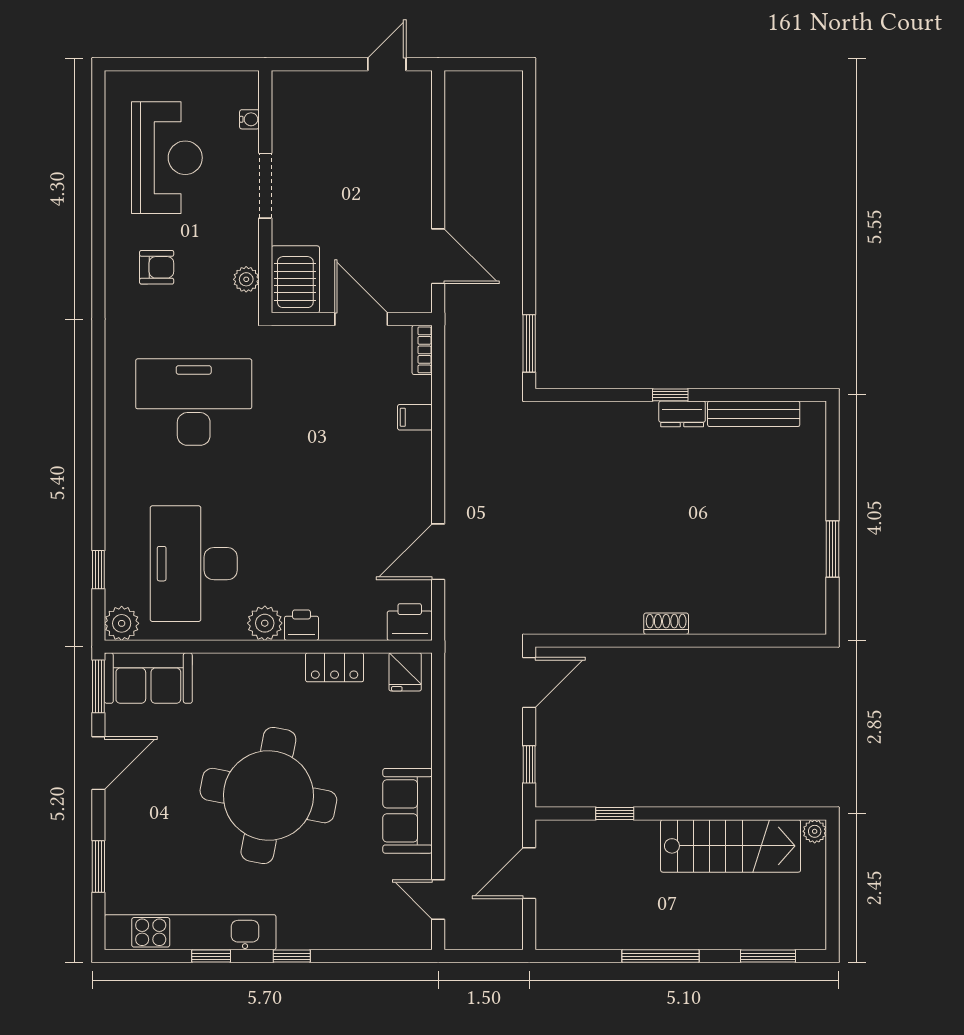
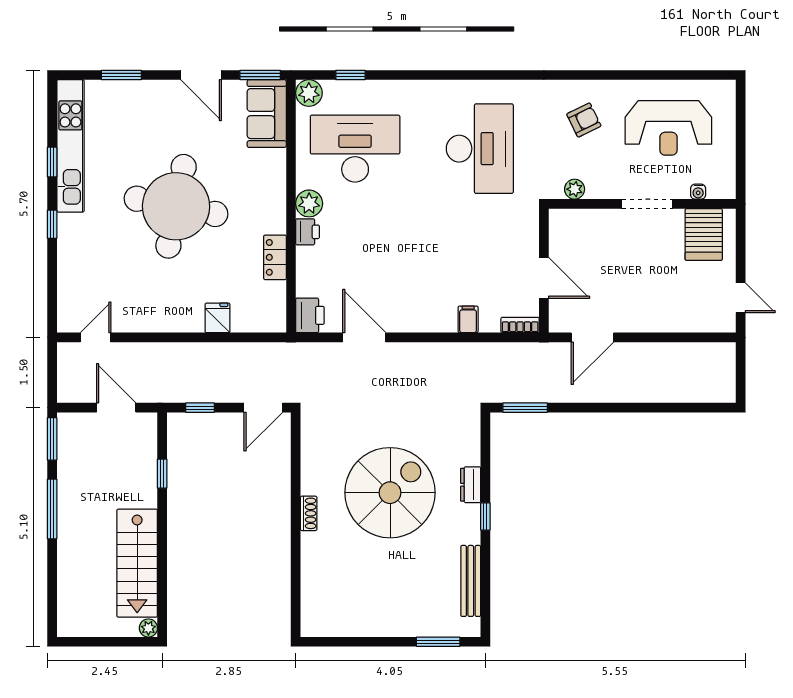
armchair: (157, 267) -> (584, 120), turned -116
server rack: (295, 279) -> (704, 234), moved, turned 90
door: (361, 319) -> (544, 278), hinge flipped
dresser: (682, 414) -> (471, 485), moved
spiral stairs: (639, 518) -> (390, 493), added
window: (832, 549) -> (438, 642), moved
fridge: (405, 672) -> (217, 318), moved, turned 90
door: (529, 683) -> (263, 408), hinge flipped
sofa: (407, 811) -> (164, 314), removed
window: (768, 956) -> (52, 439), moved

